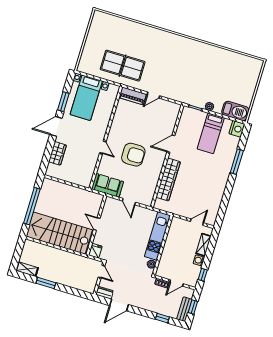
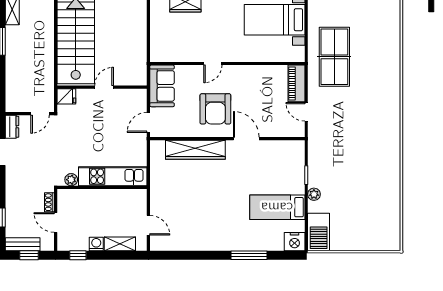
door: (171, 144) -> (246, 139), moved
wall: (167, 156) -> (227, 139), moved
wardrobe: (168, 180) -> (195, 150), moved

